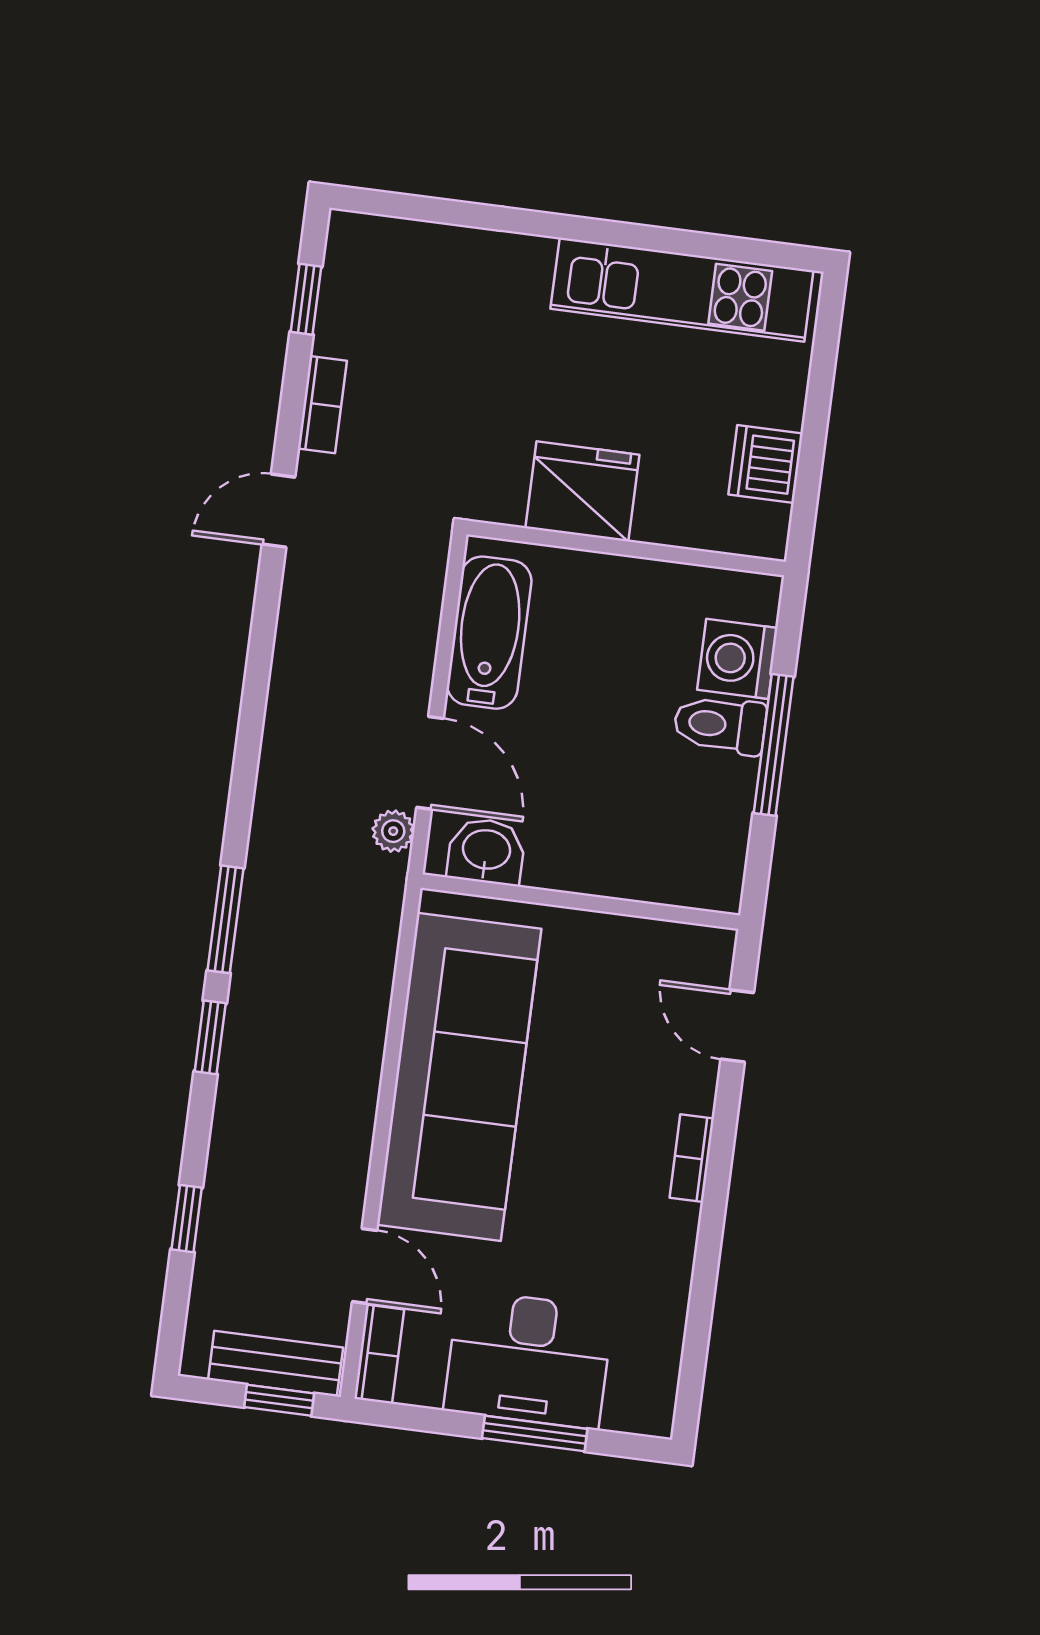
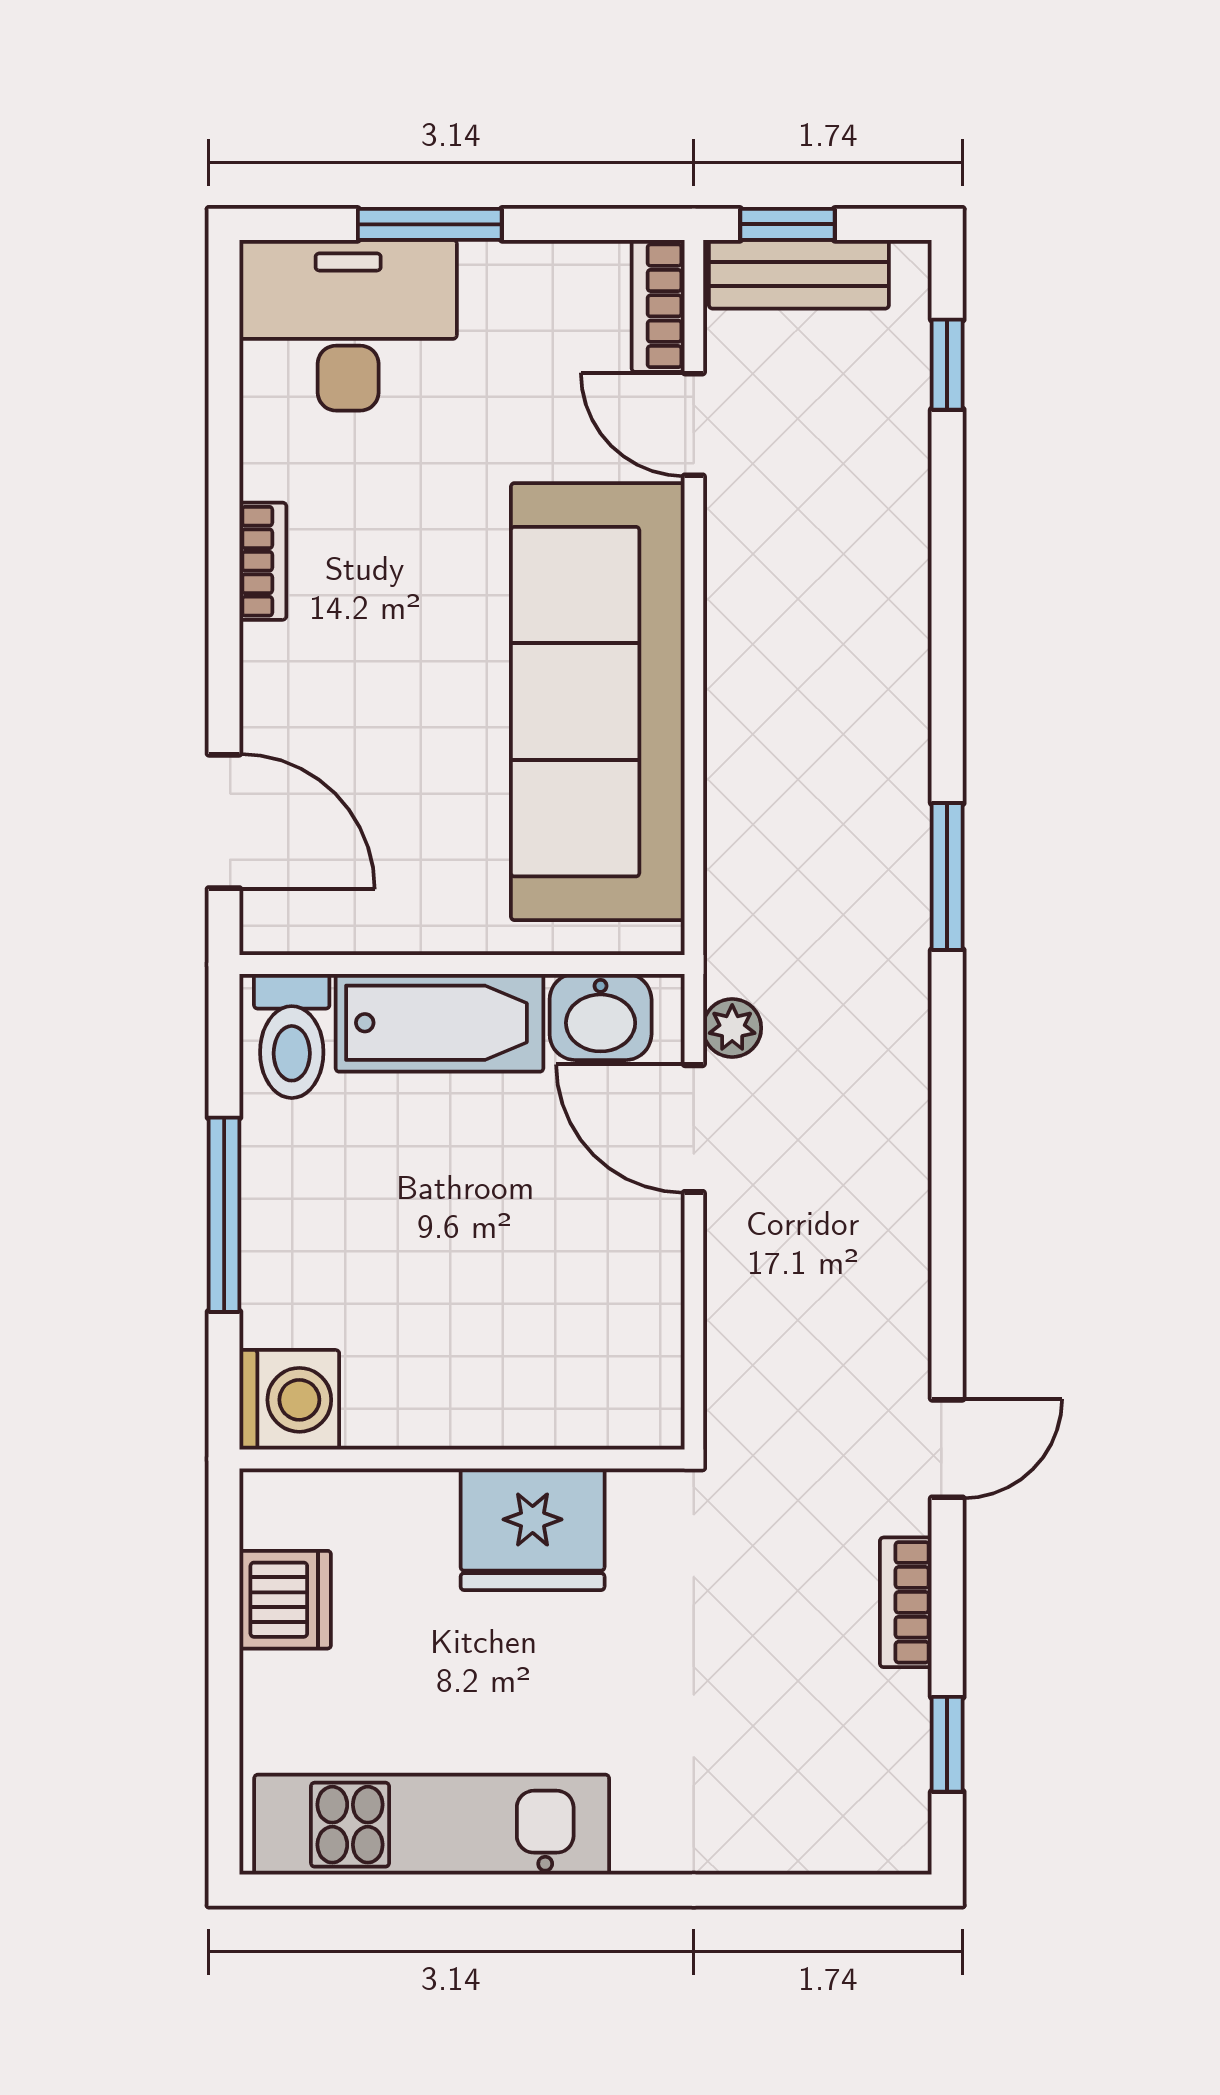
bathtub: (489, 633) -> (440, 1023), moved, turned -90
washing machine: (737, 659) -> (289, 1400), moved
toilet: (720, 725) -> (292, 1036), moved, turned 90
door: (737, 1026) -> (224, 821), width x1.38
window: (210, 1037) -> (947, 711), removed
bookcase: (692, 1158) -> (263, 561), moved
window: (187, 1219) -> (947, 365), moved
desk: (528, 1359) -> (348, 325), moved

